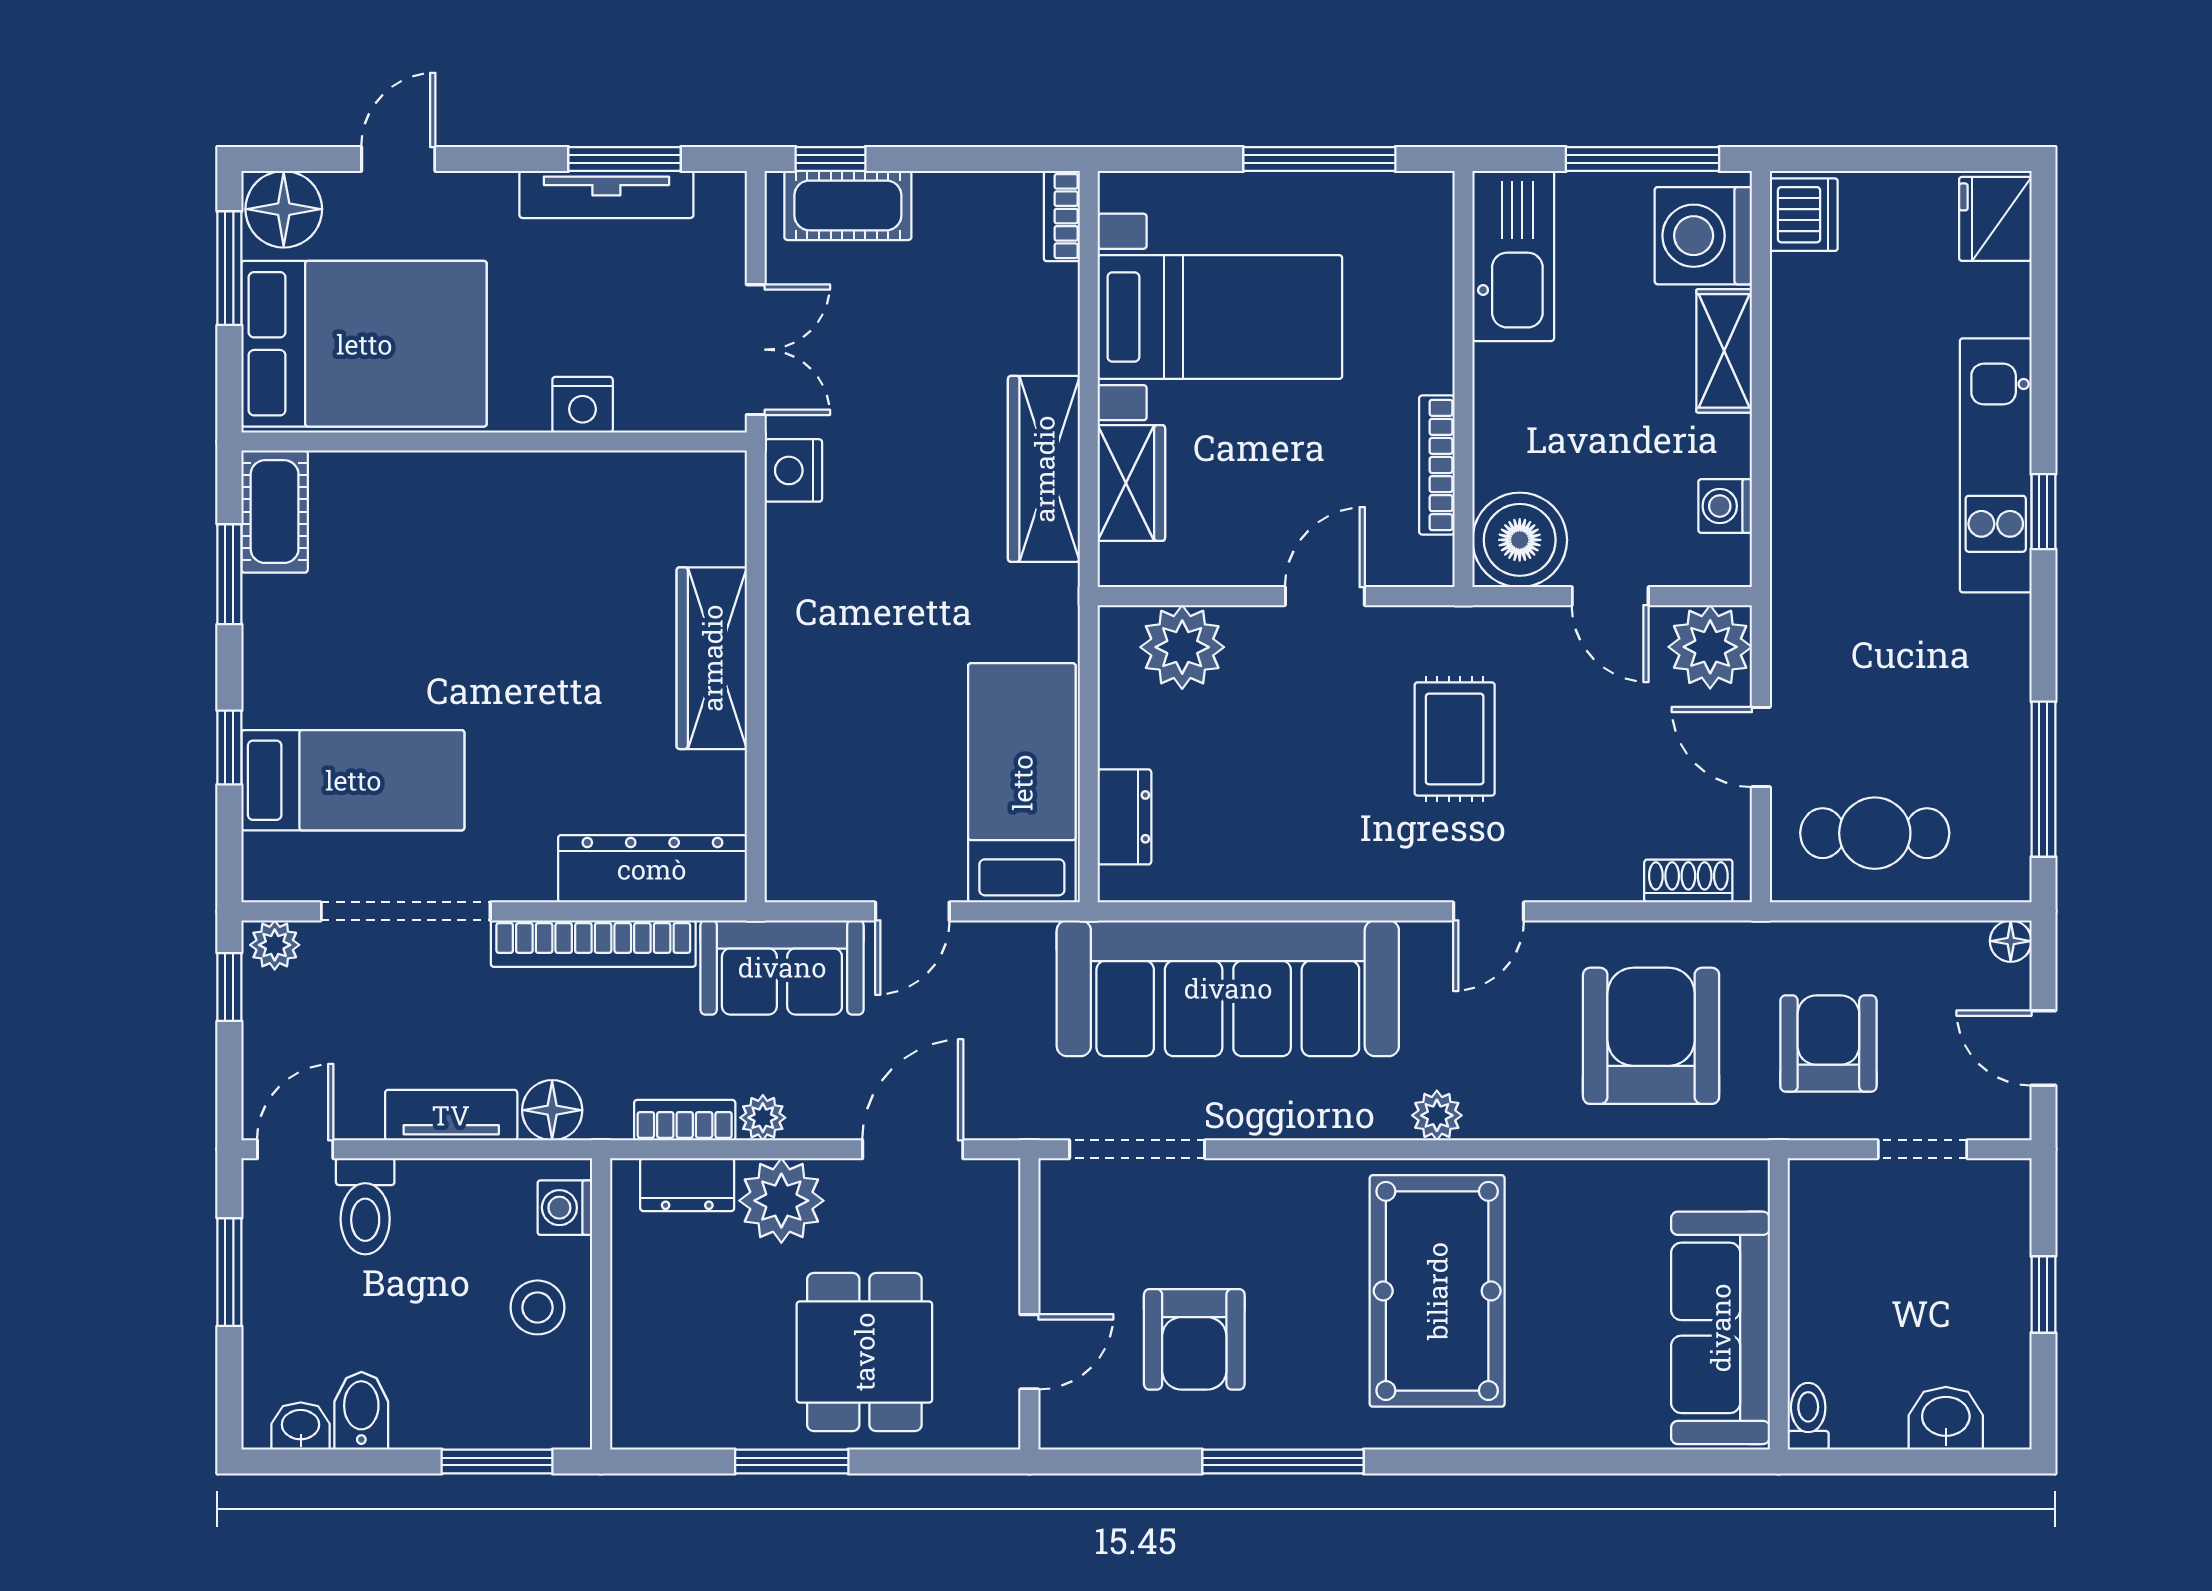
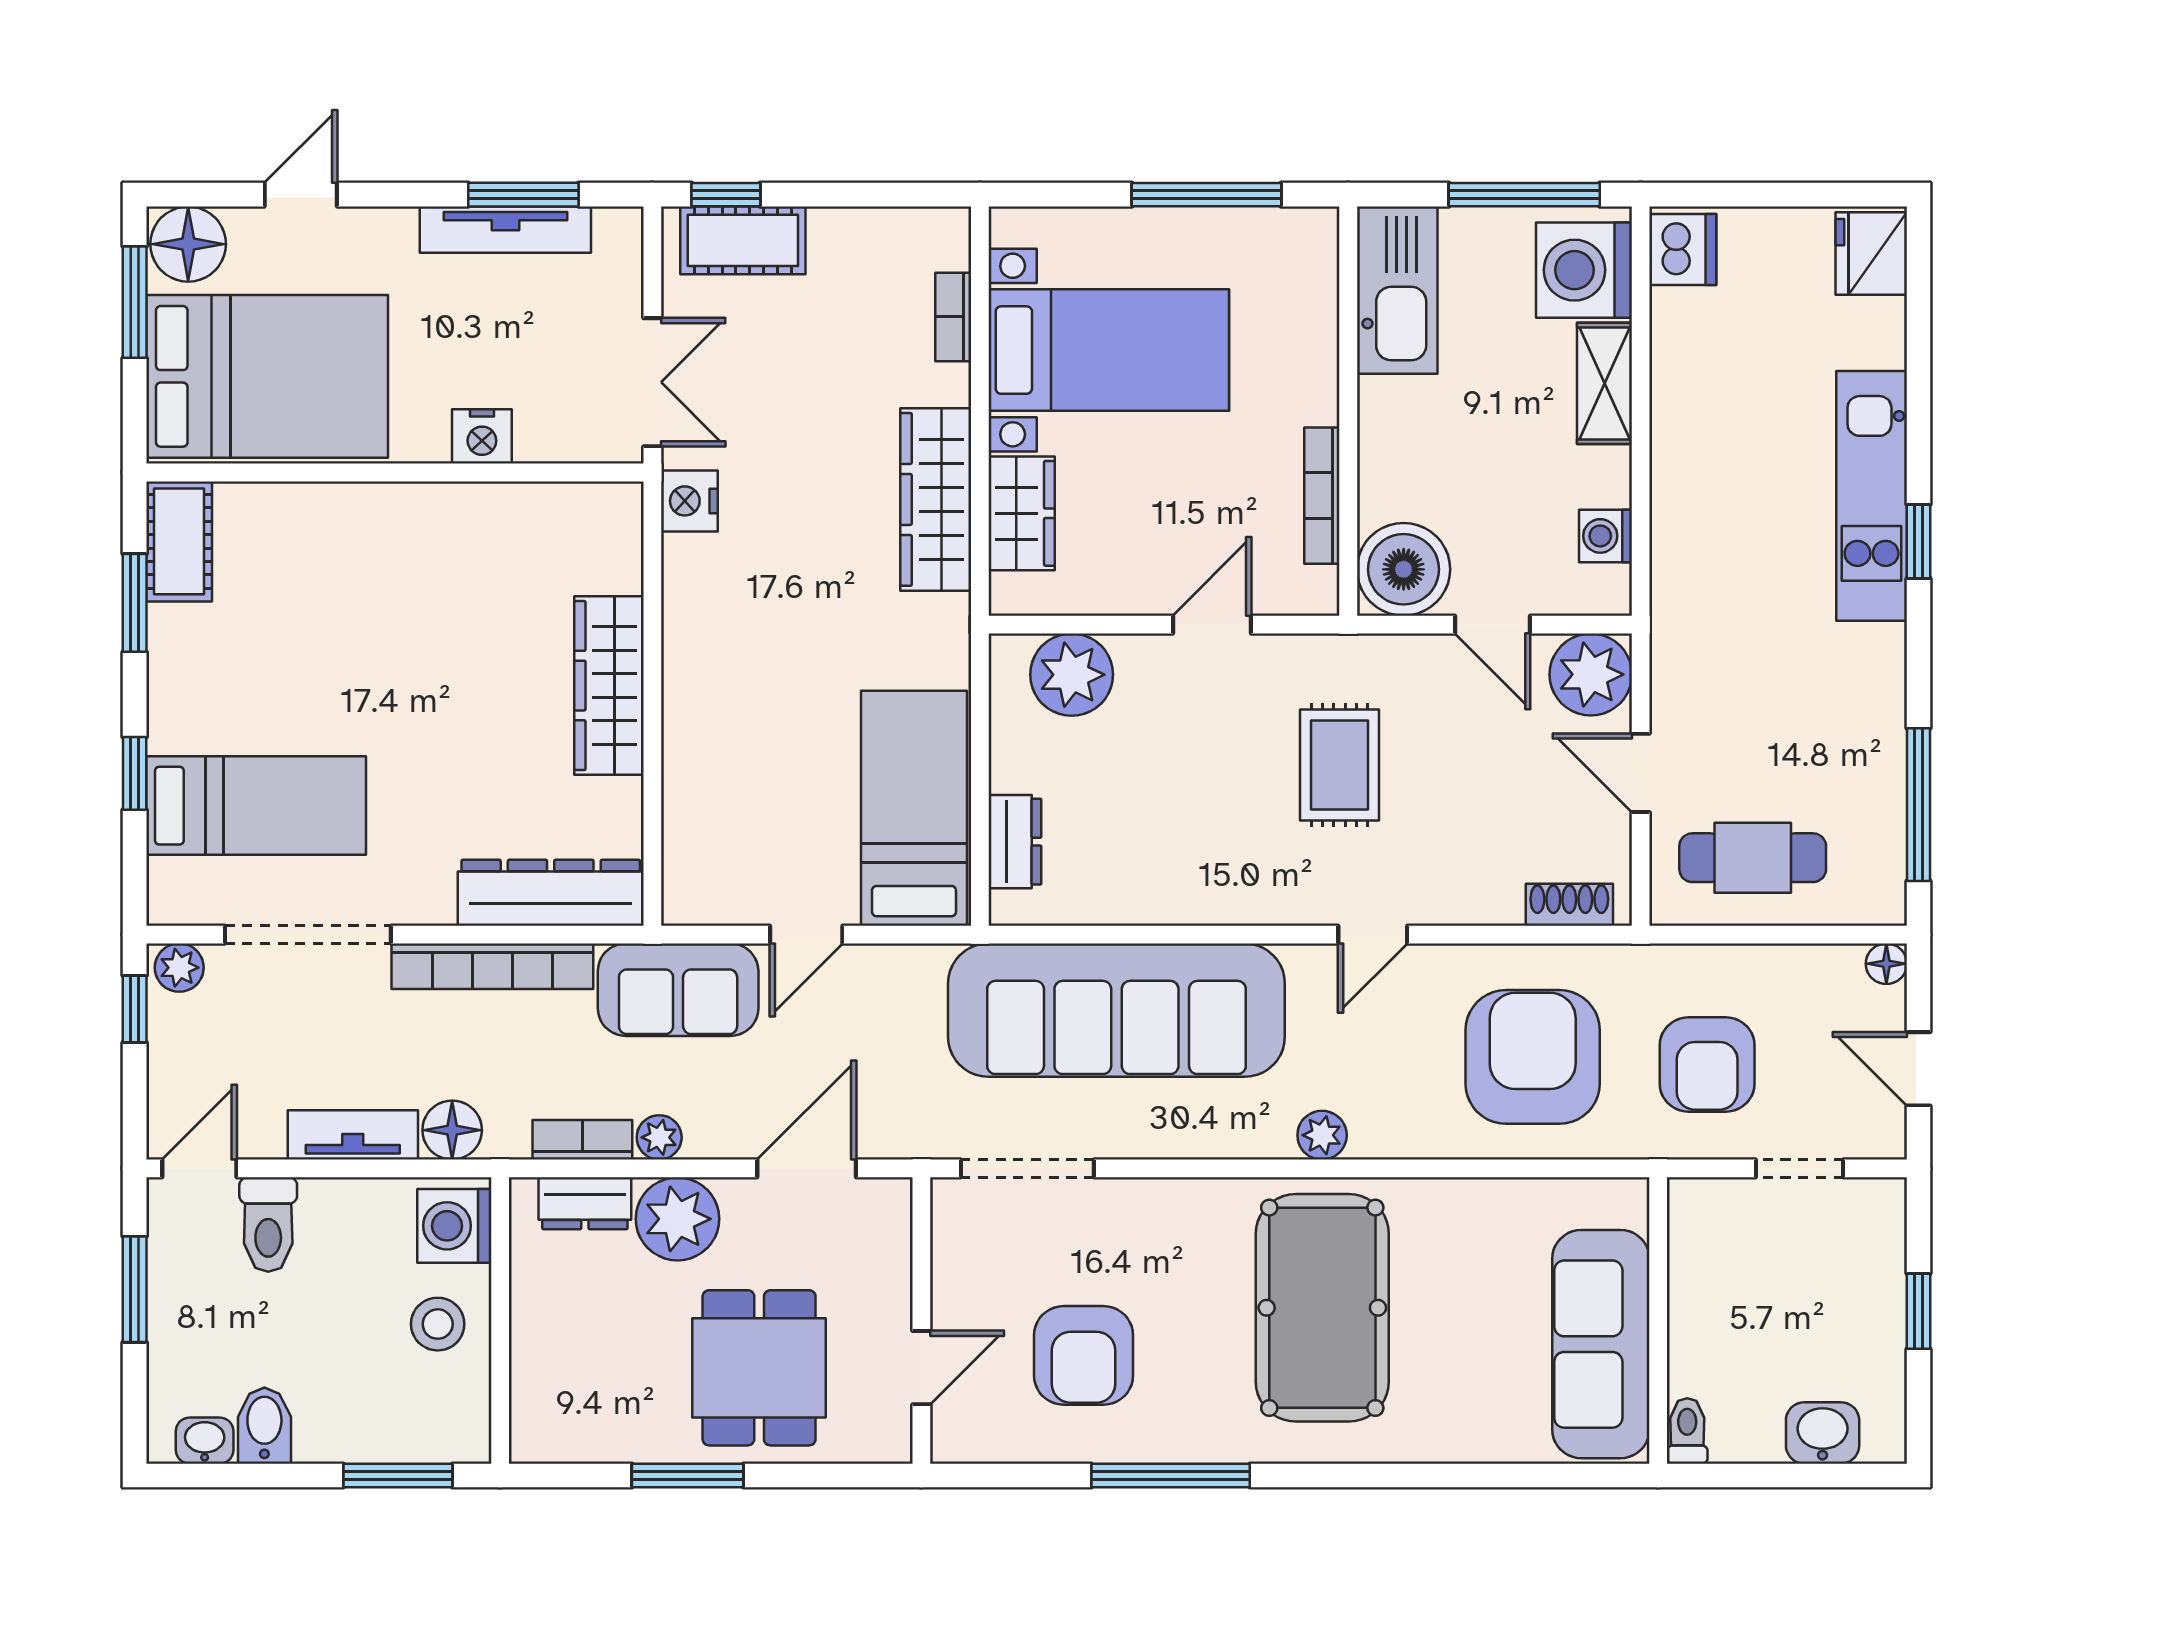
bookcase: (1062, 216) -> (953, 317), moved
armchair: (1828, 1044) -> (1707, 1064), turned 180
washing machine: (565, 1208) -> (454, 1226), width x1.38, depth x1.38

